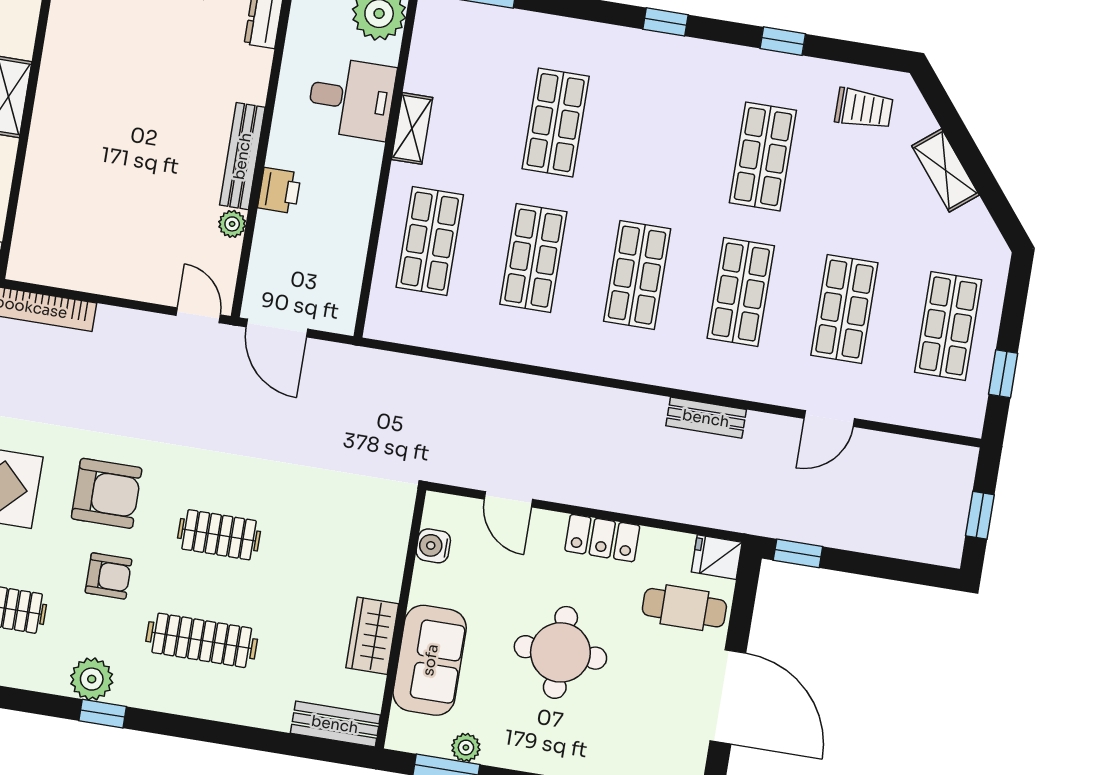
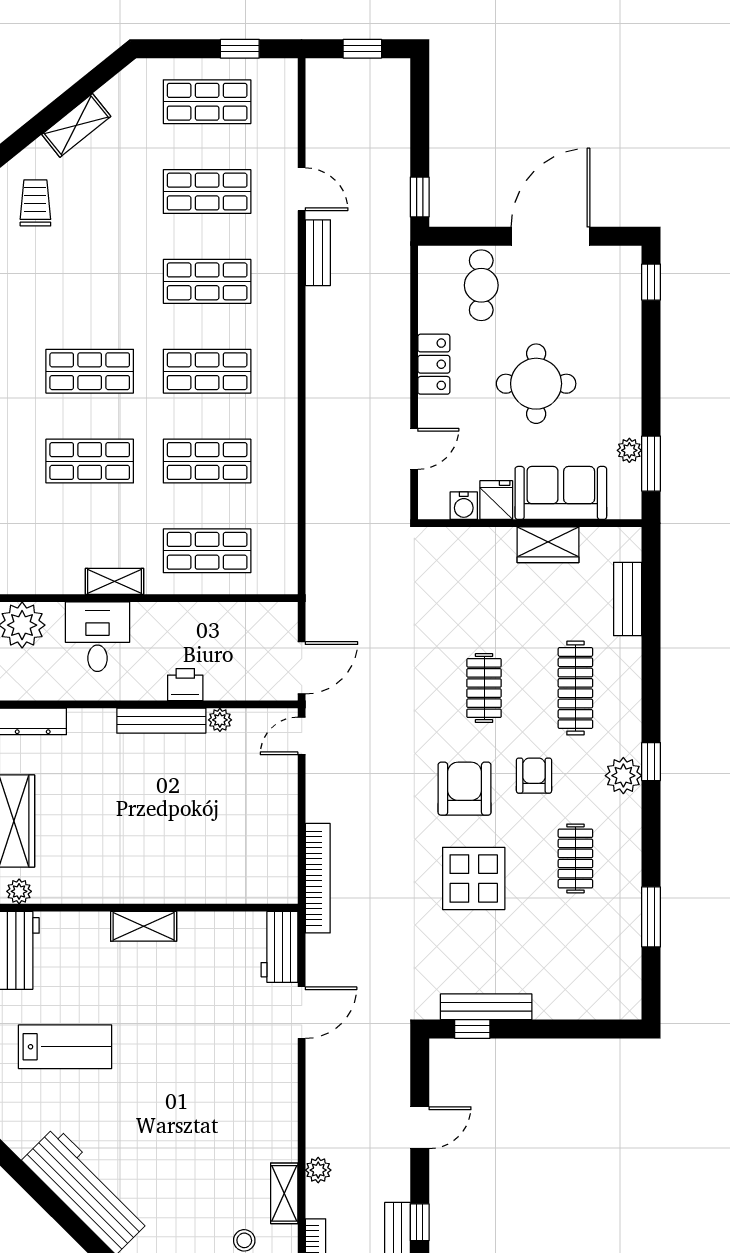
shop shelf: (763, 157) -> (90, 371), moved
bench: (706, 418) -> (318, 253), moved
fridge: (717, 557) -> (496, 500), moved, turned 180
bench: (335, 724) -> (628, 599), moved

